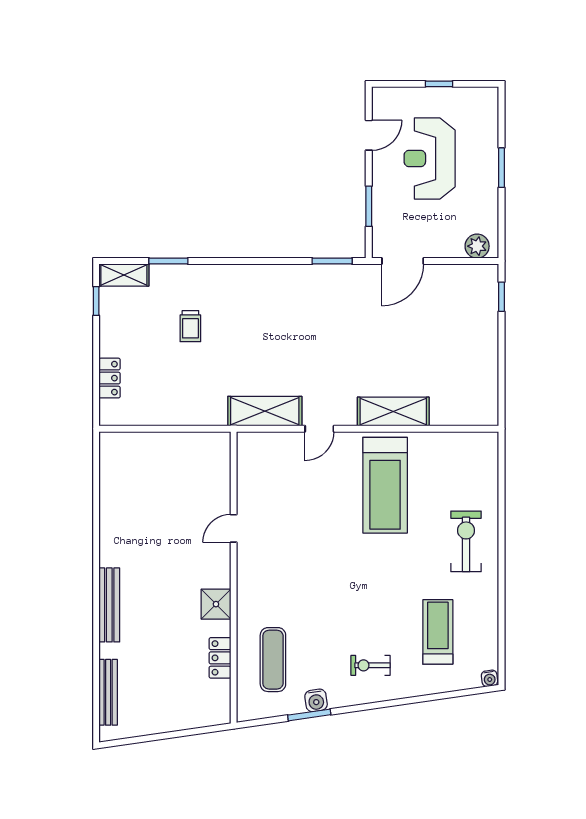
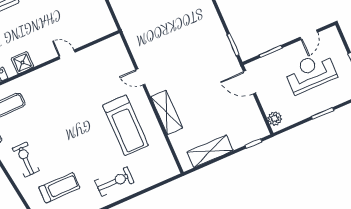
door: (369, 135) -> (309, 35), hinge flipped
shelving: (265, 411) -> (210, 151), moved, turned 90
treadmill: (385, 485) -> (126, 125), turned -90
exercise bike: (371, 665) -> (26, 160), width x1.38, depth x1.39

